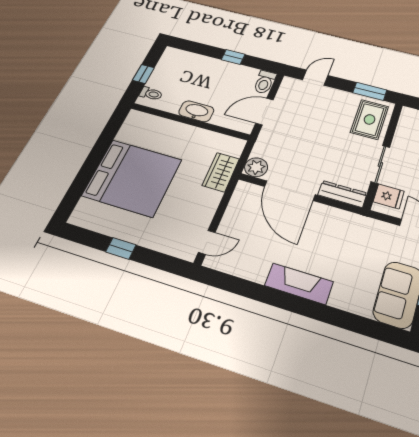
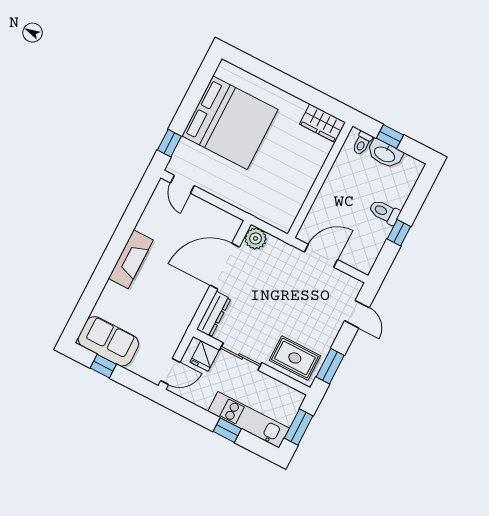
toilet: (265, 82) -> (385, 212), moved
washbasin: (196, 111) -> (385, 154), moved, turned 90
door: (265, 111) -> (321, 256), hinge flipped
wardrobe: (221, 172) -> (322, 123), moved, turned 180
bed: (132, 178) -> (230, 123), moved, turned -90
window: (121, 248) -> (169, 143), moved

